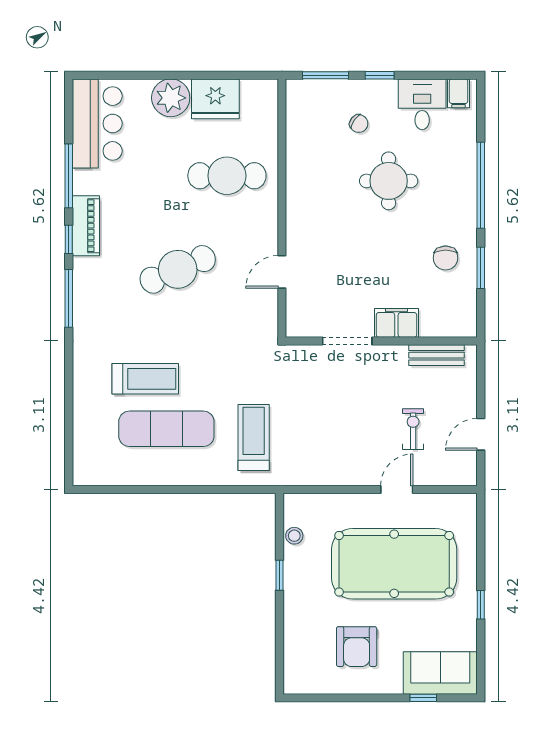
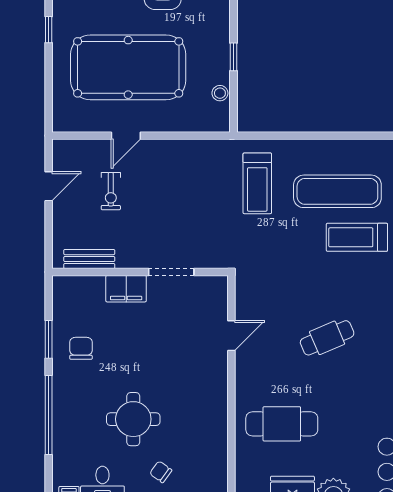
cafe table: (178, 269) -> (327, 338), width x0.73, depth x0.74

